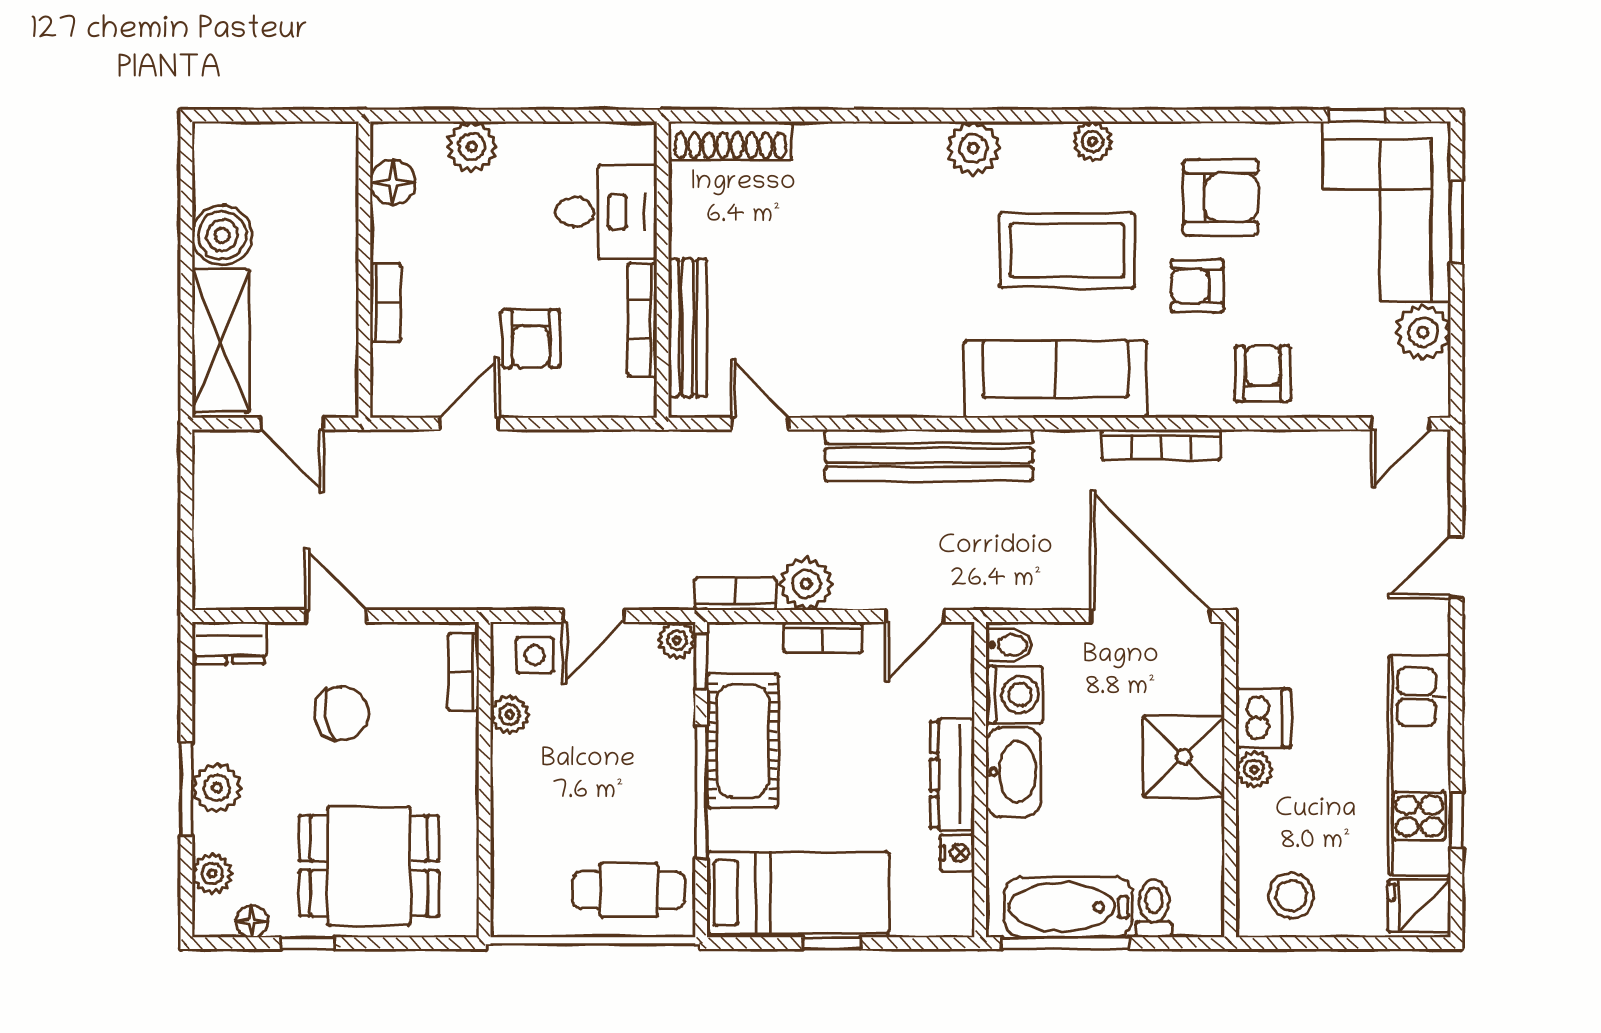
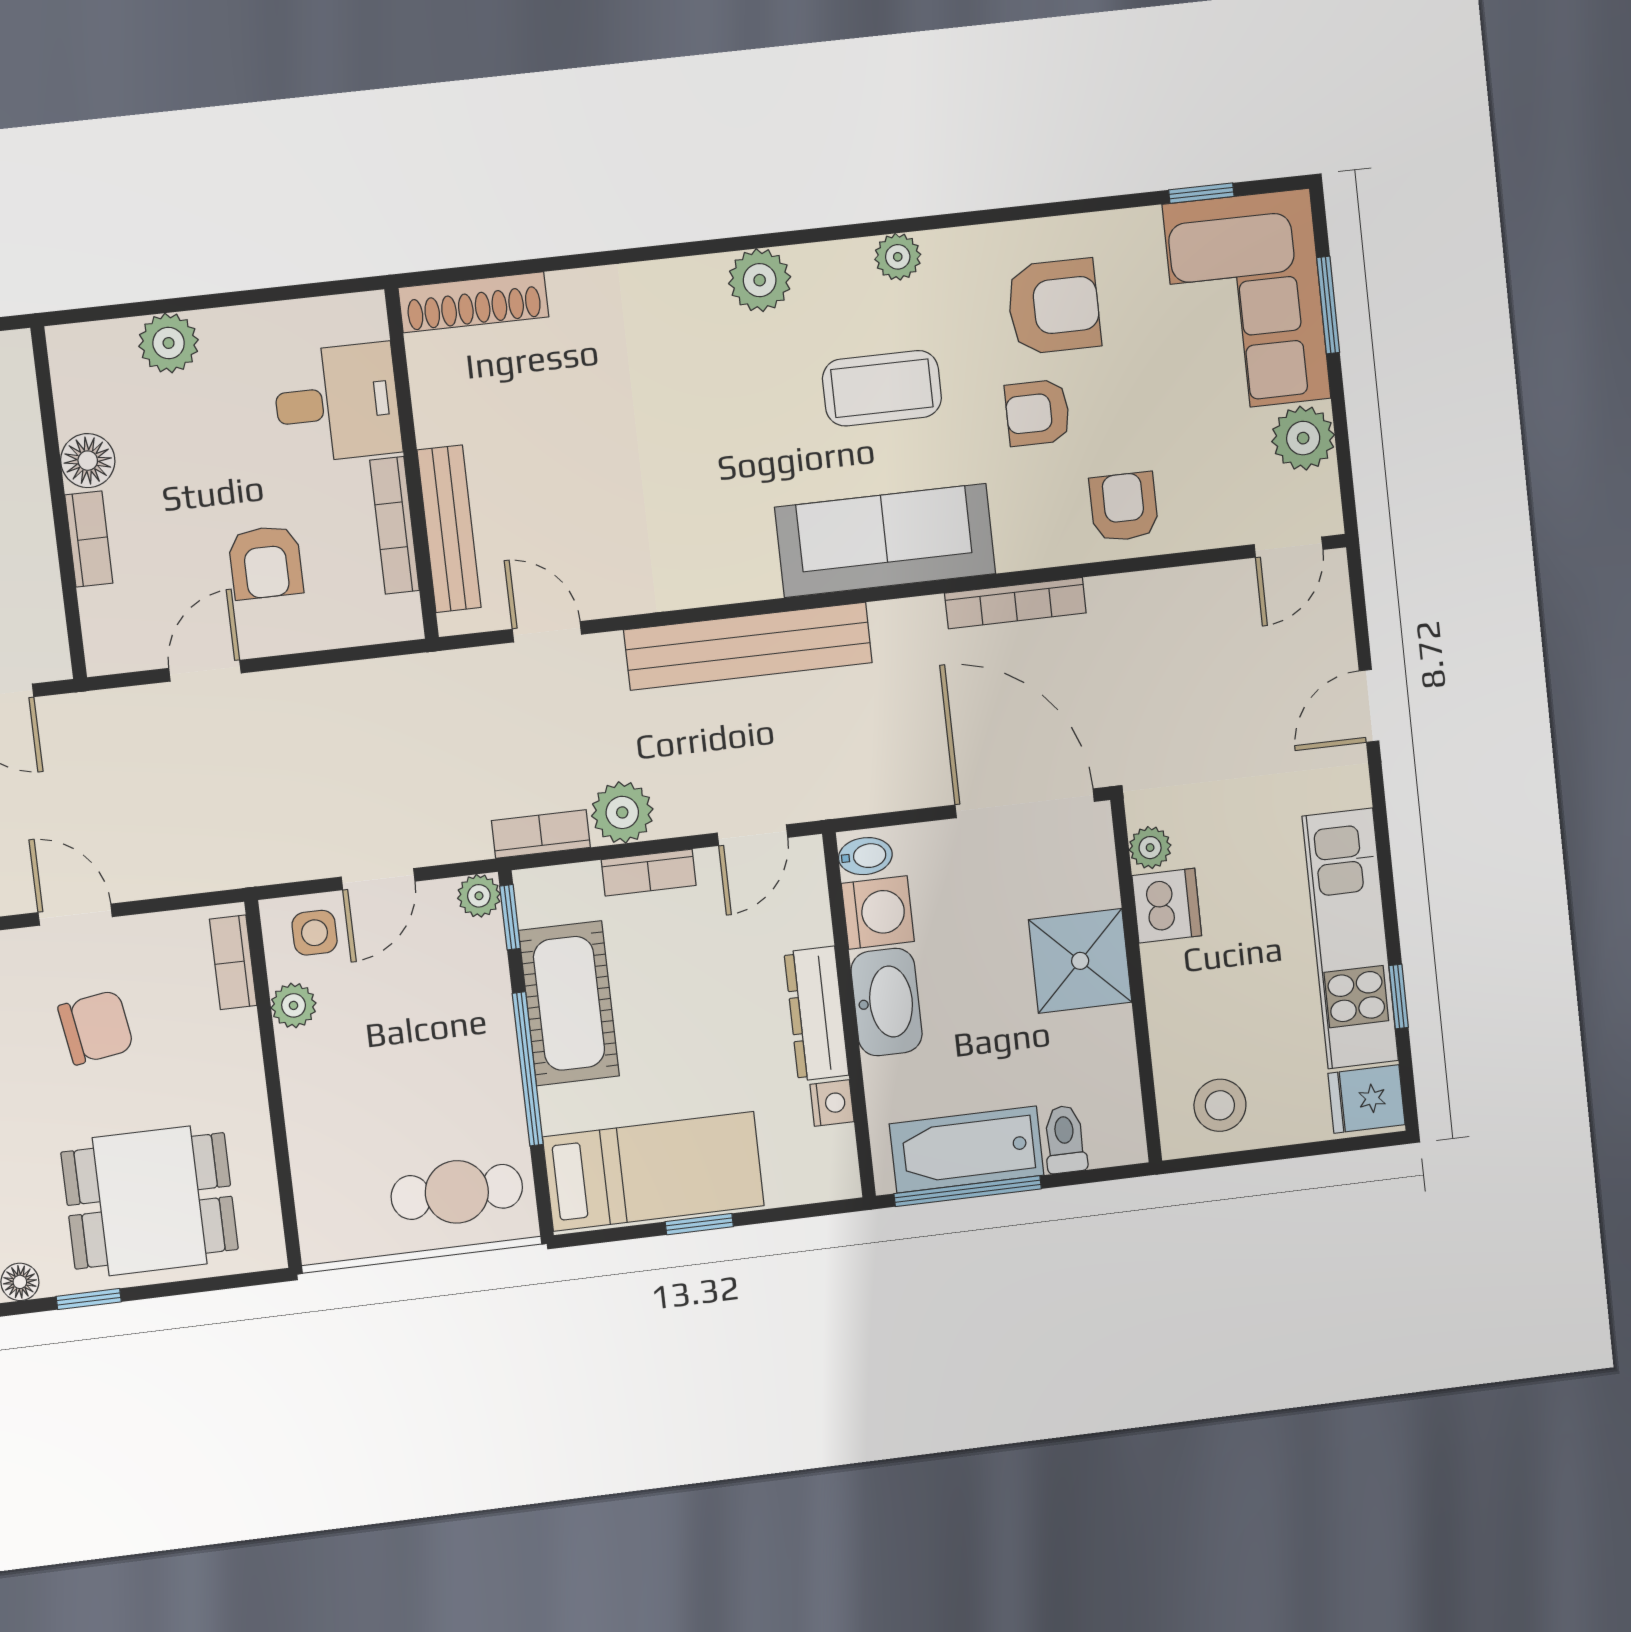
floor lamp: (393, 182) -> (88, 461), moved
coffee table: (1067, 250) -> (882, 388), width x0.73, depth x0.76
plant: (1254, 770) -> (1150, 848), moved

